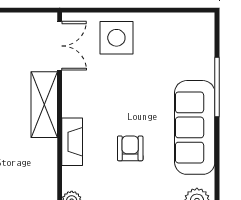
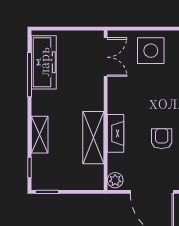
shelving: (44, 105) -> (93, 138), moved

